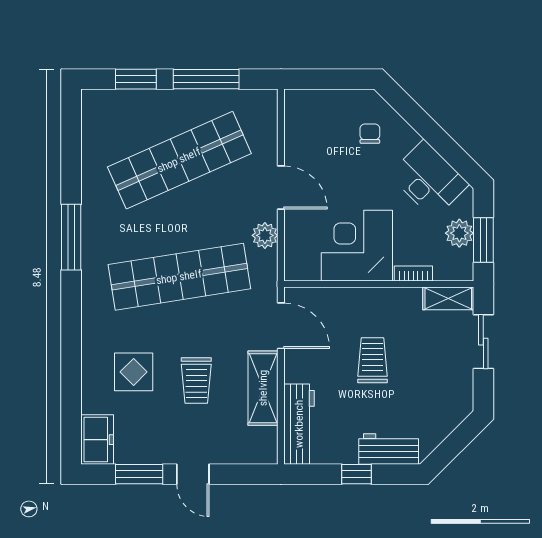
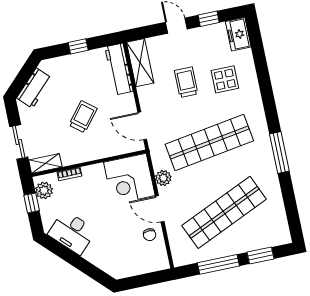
chair: (370, 134) -> (150, 235), moved
plant: (459, 233) -> (44, 190), moved
window: (483, 240) -> (32, 203), width x0.67
corner desk: (357, 246) -> (129, 179), moved, turned 90
trolley: (372, 360) -> (83, 117), turned -141
shelving: (263, 388) -> (140, 63), moved
workbench: (389, 449) -> (34, 88), moved, turned -45
window: (139, 474) -> (209, 19), width x0.67

